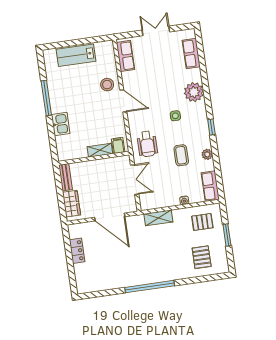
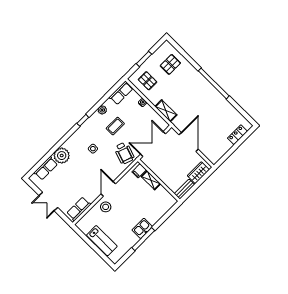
plant: (194, 92) -> (62, 156), moved
kitchen sink: (61, 124) -> (142, 228), moved
wheelchair: (147, 144) -> (124, 153), turned 109
double door: (135, 180) -> (153, 144), width x1.37
locker: (77, 251) -> (237, 135), moved

